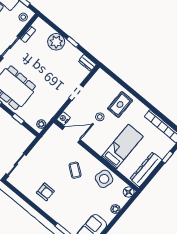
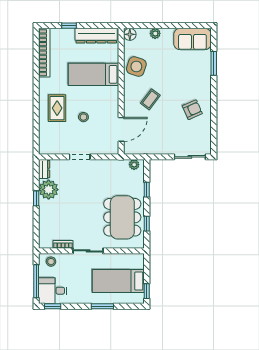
plant: (56, 42) -> (49, 190), moved
rug: (120, 104) -> (57, 108), turned 90
nightstand: (63, 119) -> (112, 149), removed
door: (71, 135) -> (121, 129), swing flipped
armchair: (45, 192) -> (192, 110), turned 66

